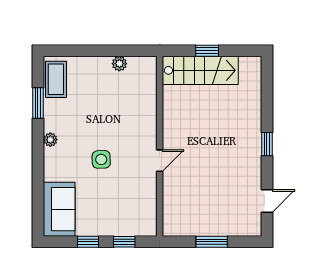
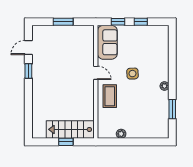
coffee table: (56, 79) -> (110, 96), moved
window: (267, 144) -> (28, 71), moved
door: (160, 161) -> (96, 73), swing flipped
sofa: (59, 209) -> (107, 42), moved, turned 180

